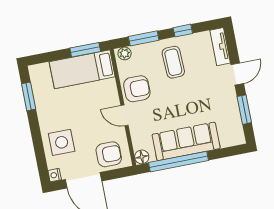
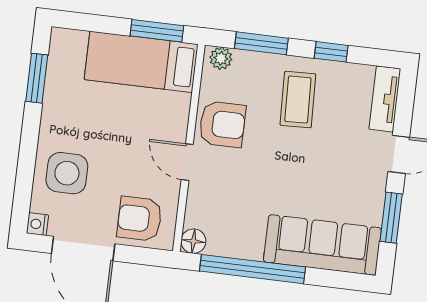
sofa: (186, 141) -> (322, 245), moved
armchair: (109, 154) -> (139, 219), turned 180

